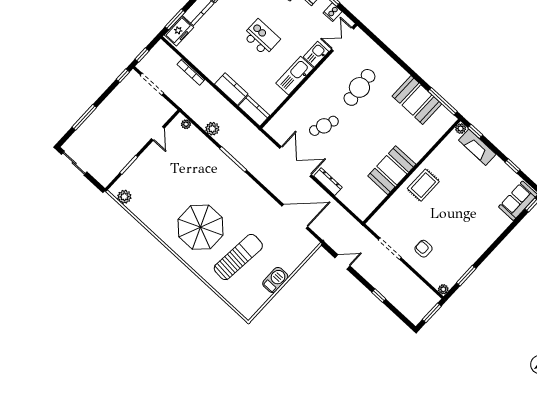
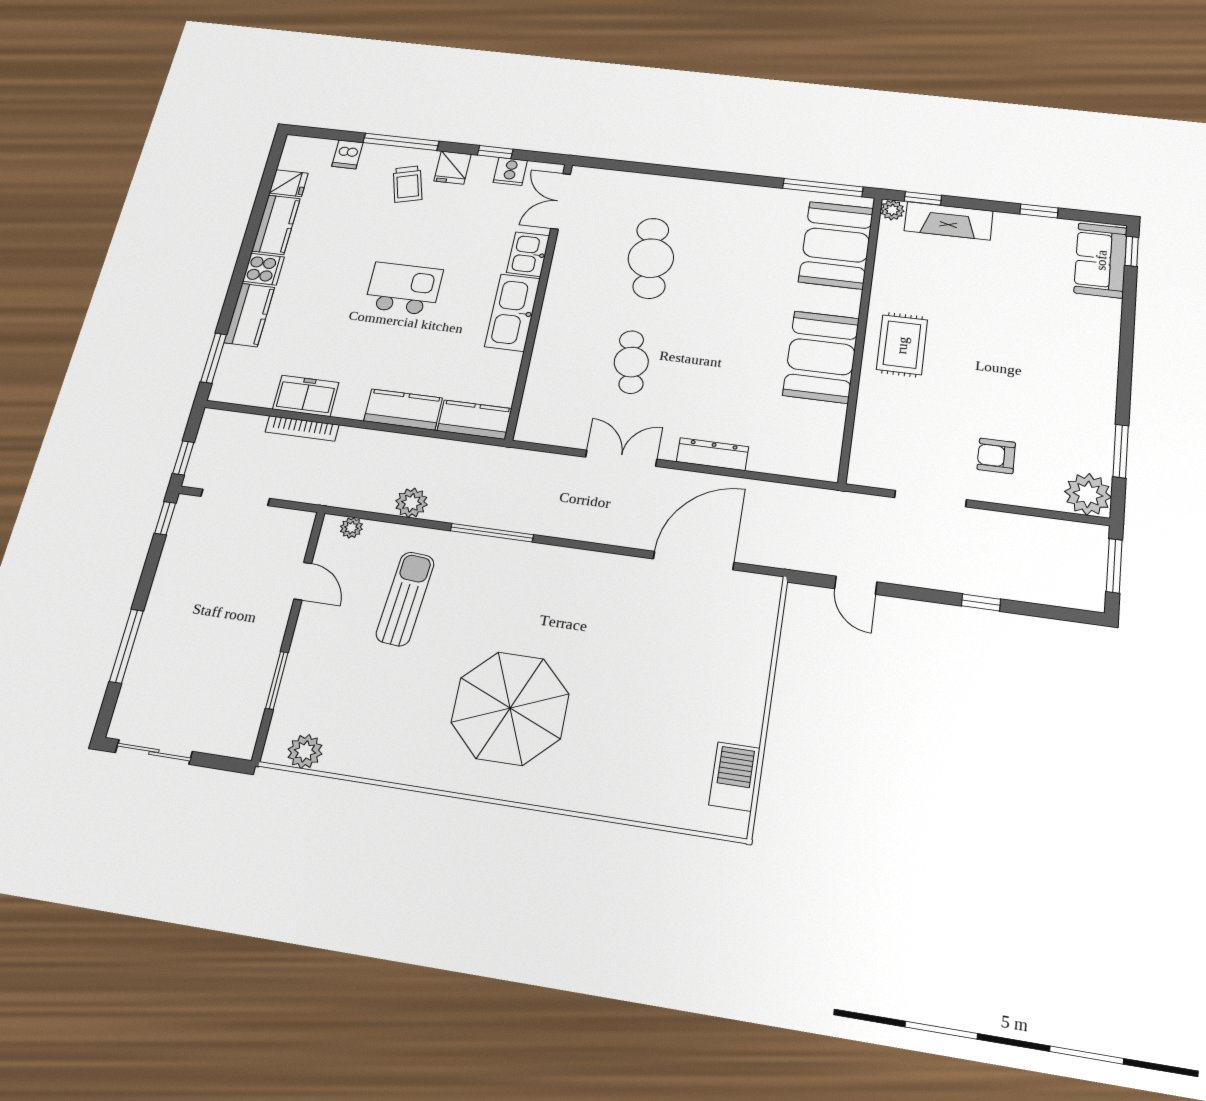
freezer: (179, 31) -> (306, 396), moved, turned -90
booth: (417, 100) -> (836, 245), moved, turned 90
cafe table: (324, 126) -> (631, 362), turned -30
double door: (296, 161) -> (621, 458), width x0.73
sun lounger: (238, 257) -> (405, 599), moved, width x0.73, depth x0.75
door: (342, 262) -> (856, 585), swing flipped
barbecue: (275, 280) -> (734, 776), moved
plant: (443, 289) -> (1088, 494), width x1.88, depth x1.88

